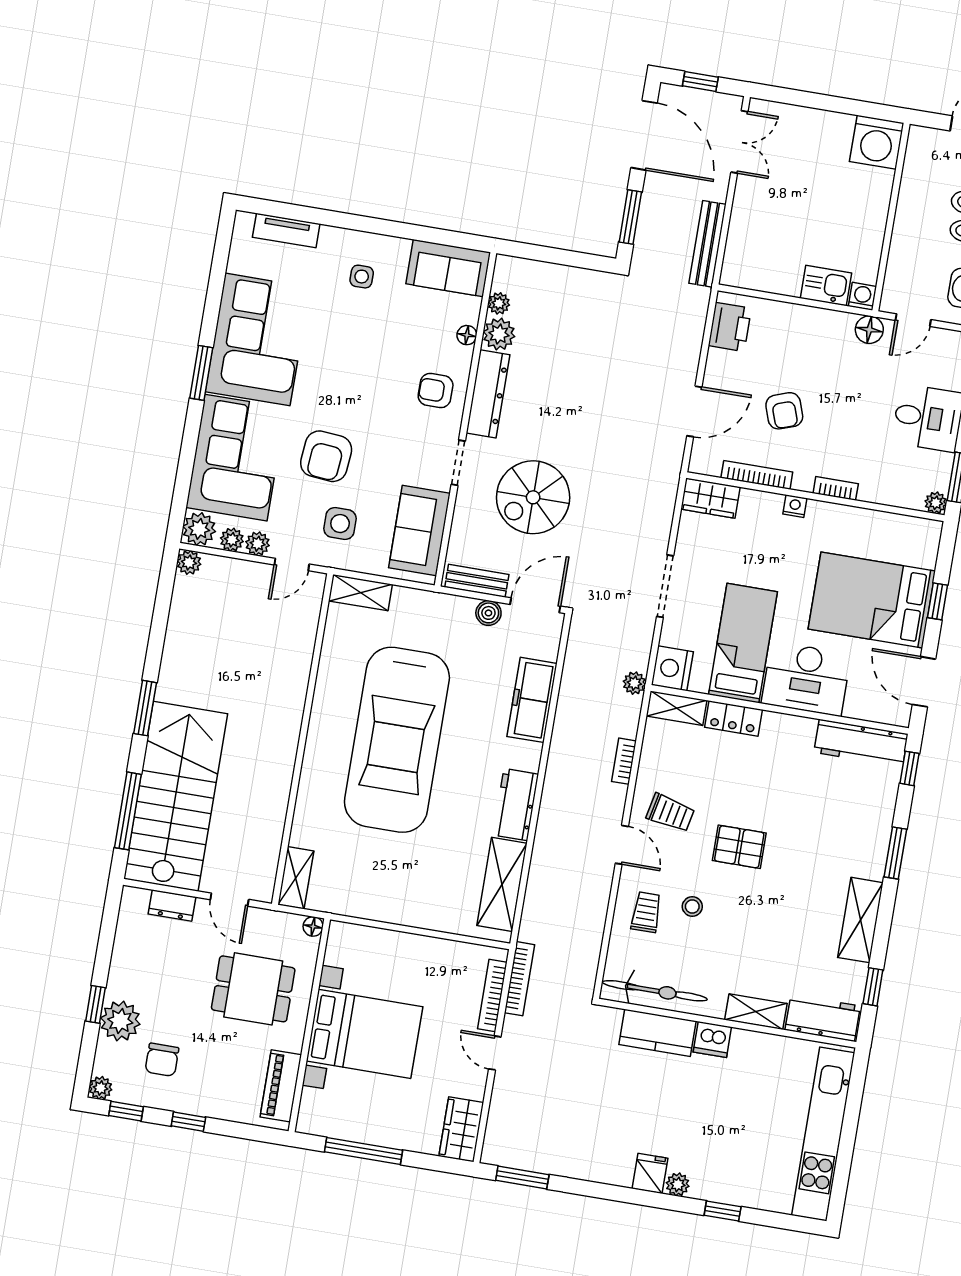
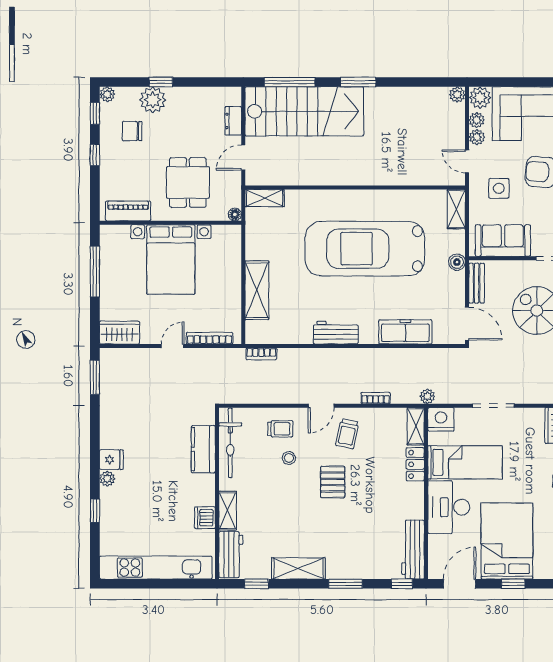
boiler: (488, 613) -> (457, 262), moved
shelving: (502, 884) -> (257, 290), moved, turned 90
bookcase: (519, 979) -> (261, 354), moved, width x0.64
dishwasher: (712, 1039) -> (205, 518), moved

